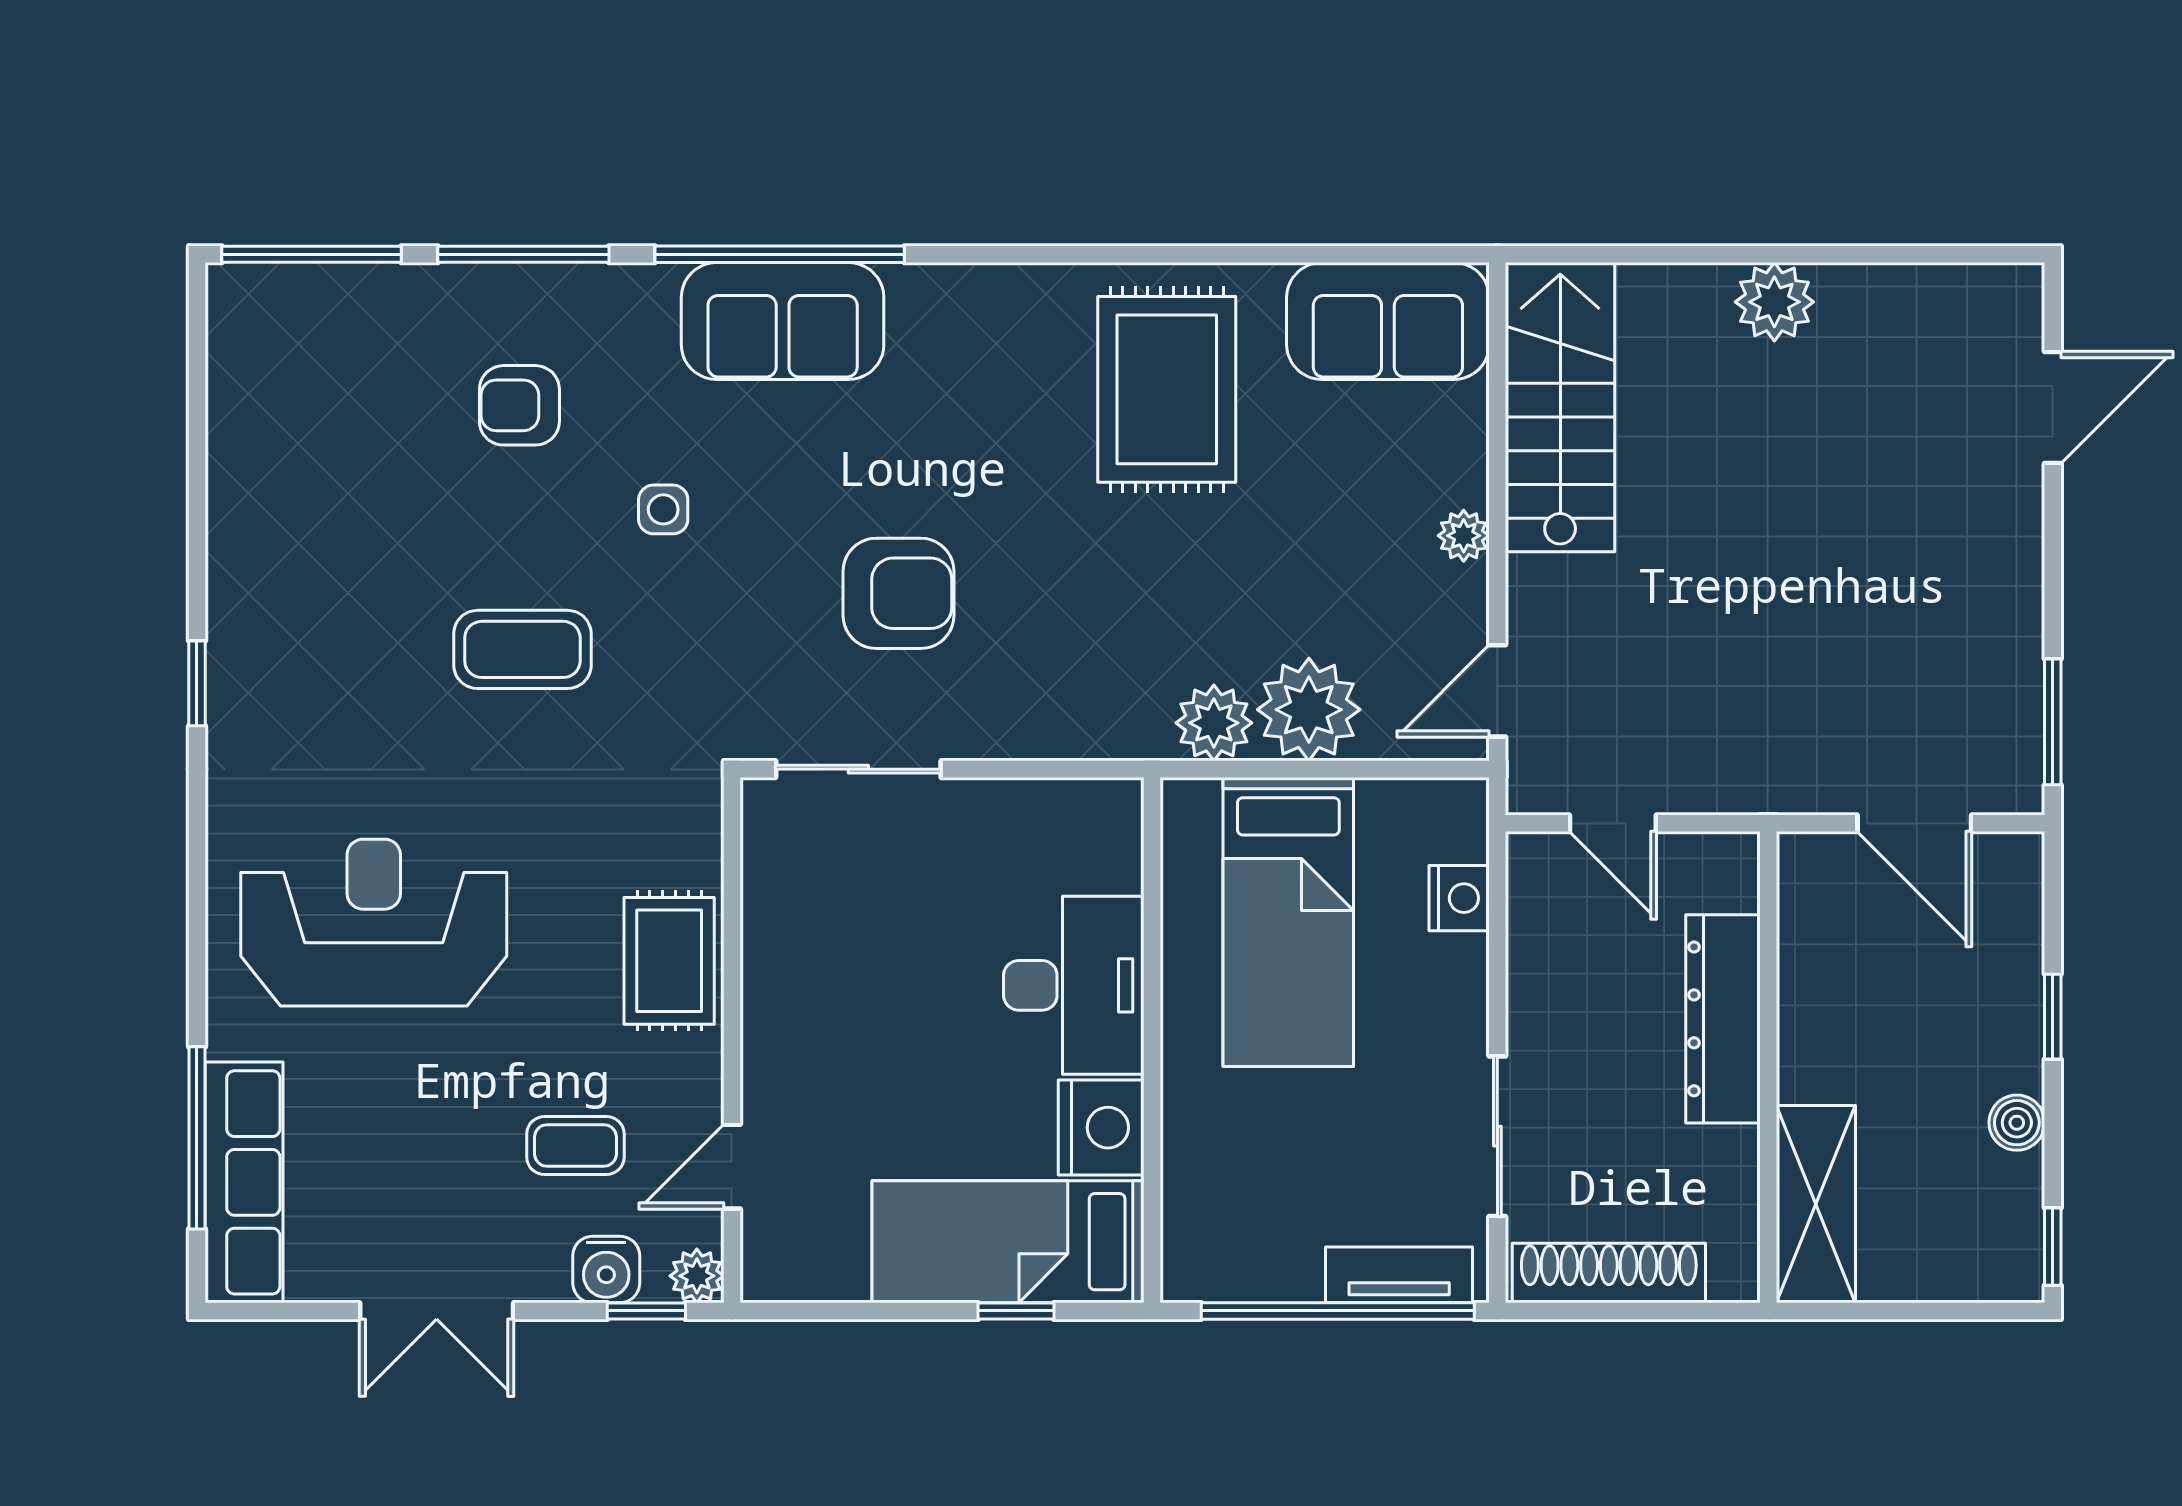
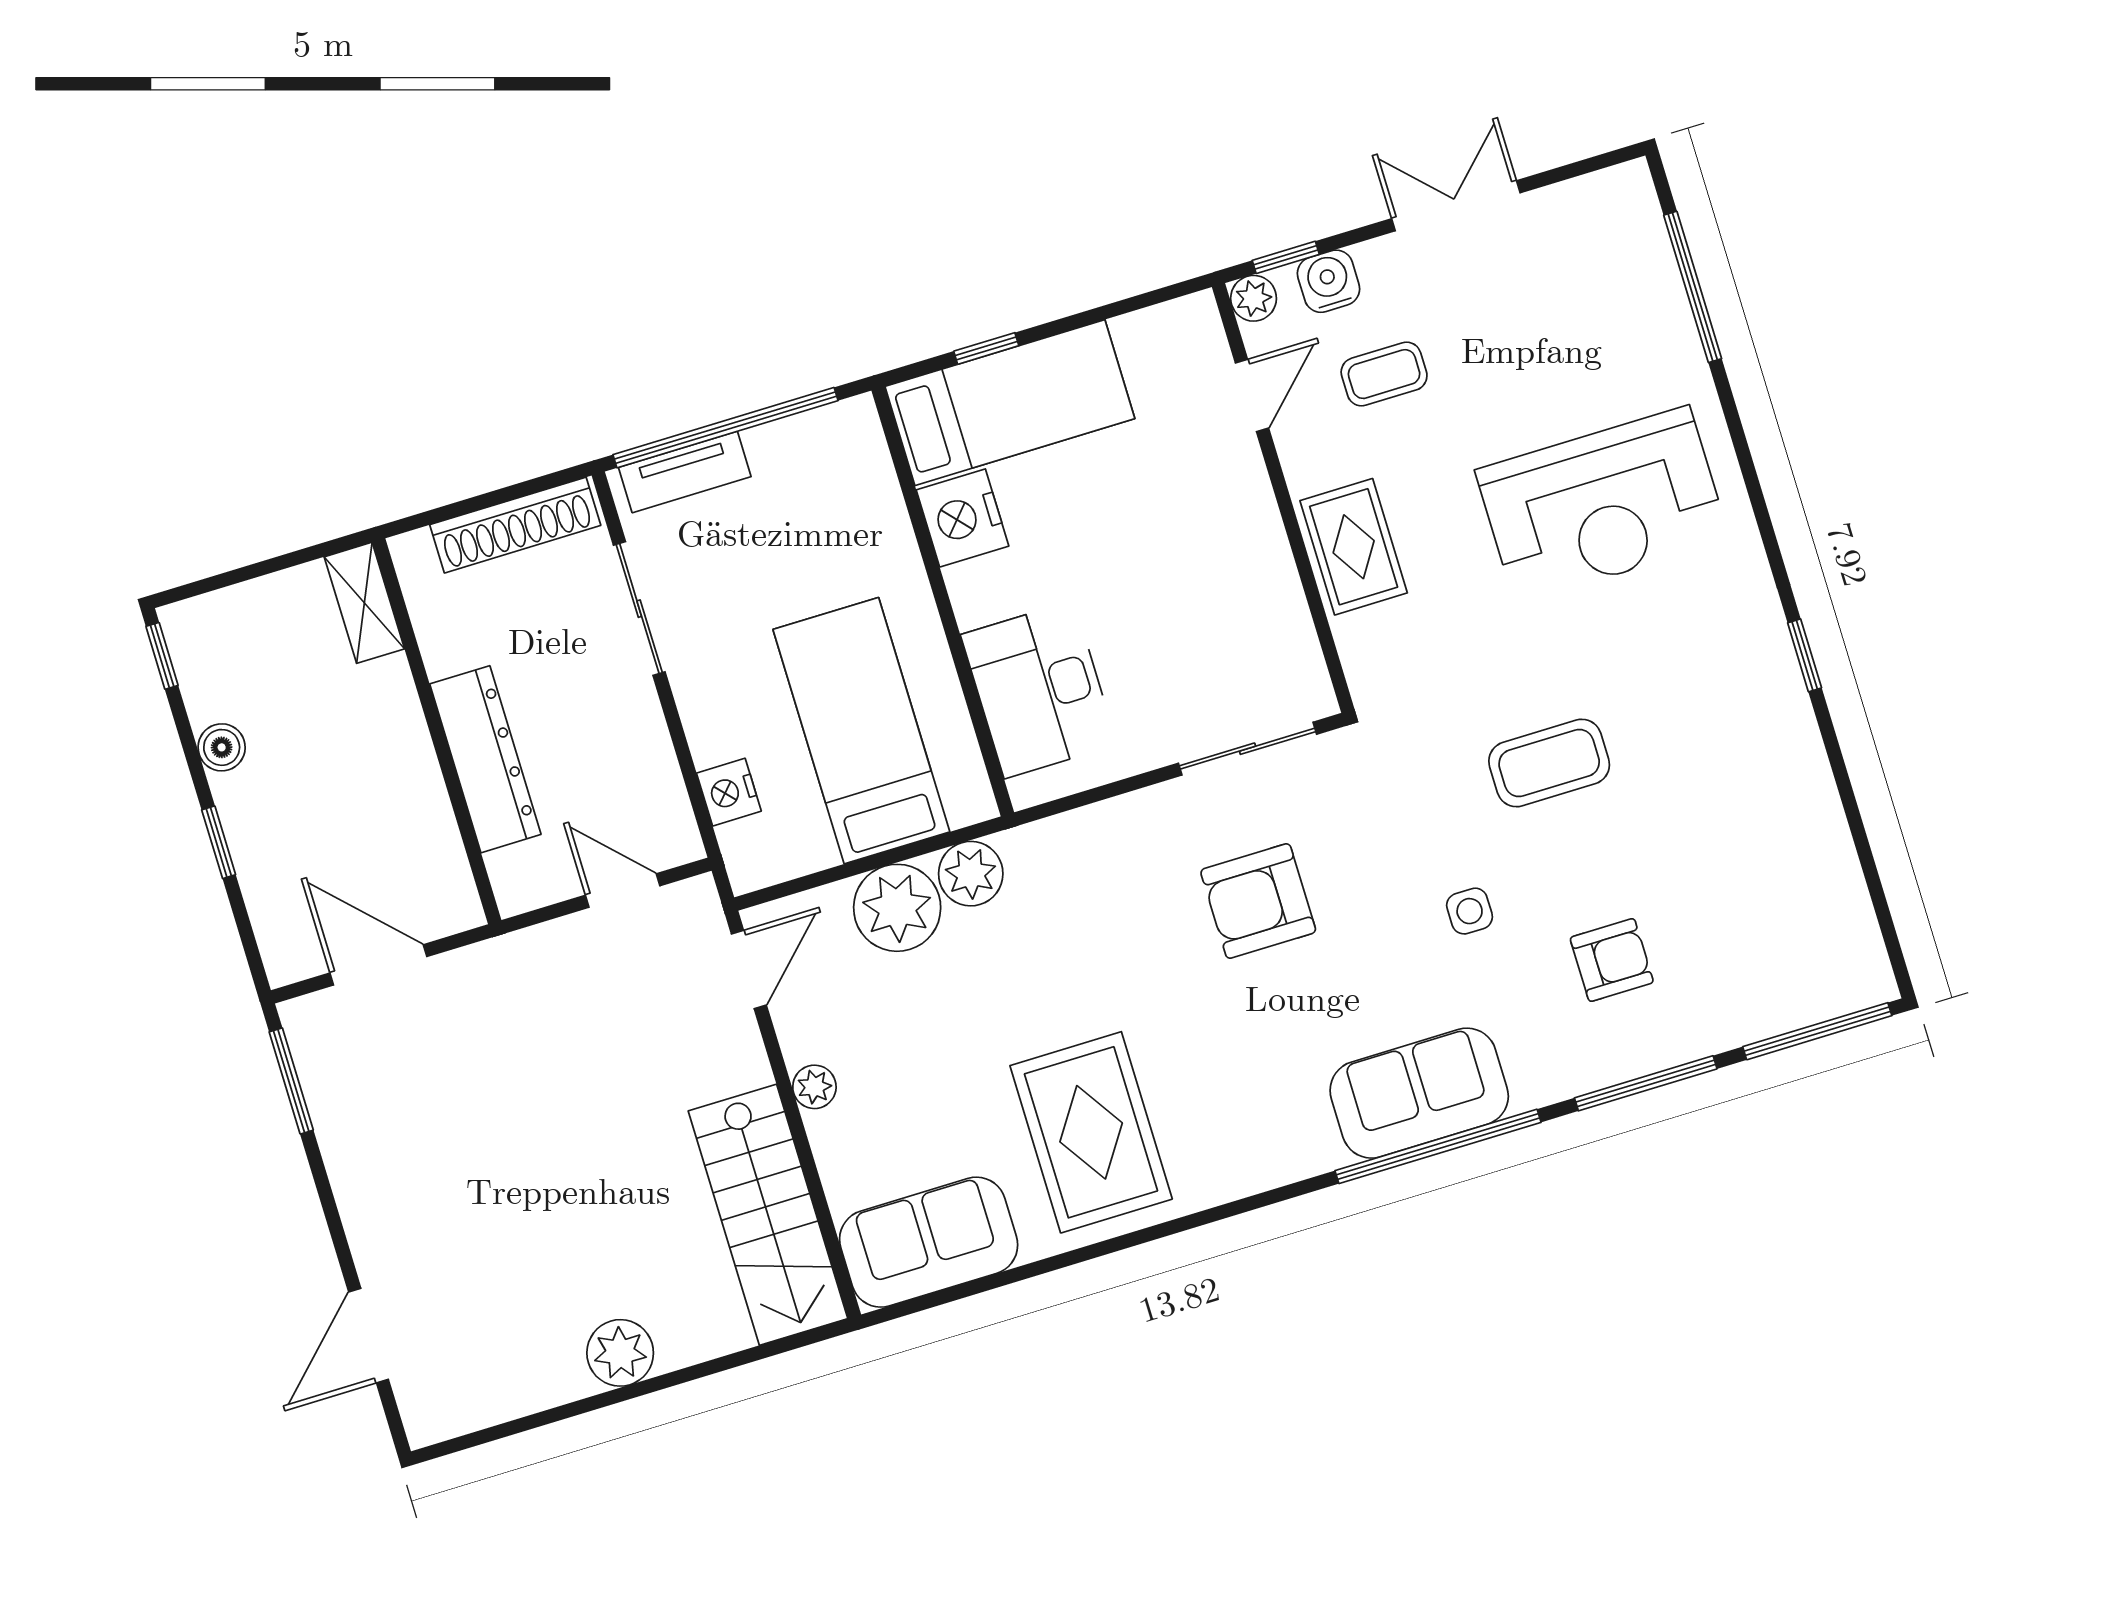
desk: (1074, 985) -> (1039, 690), moved
row of seats: (244, 1182) -> (1644, 263), removed
shelving: (1816, 1204) -> (364, 603), width x0.67, depth x0.75

